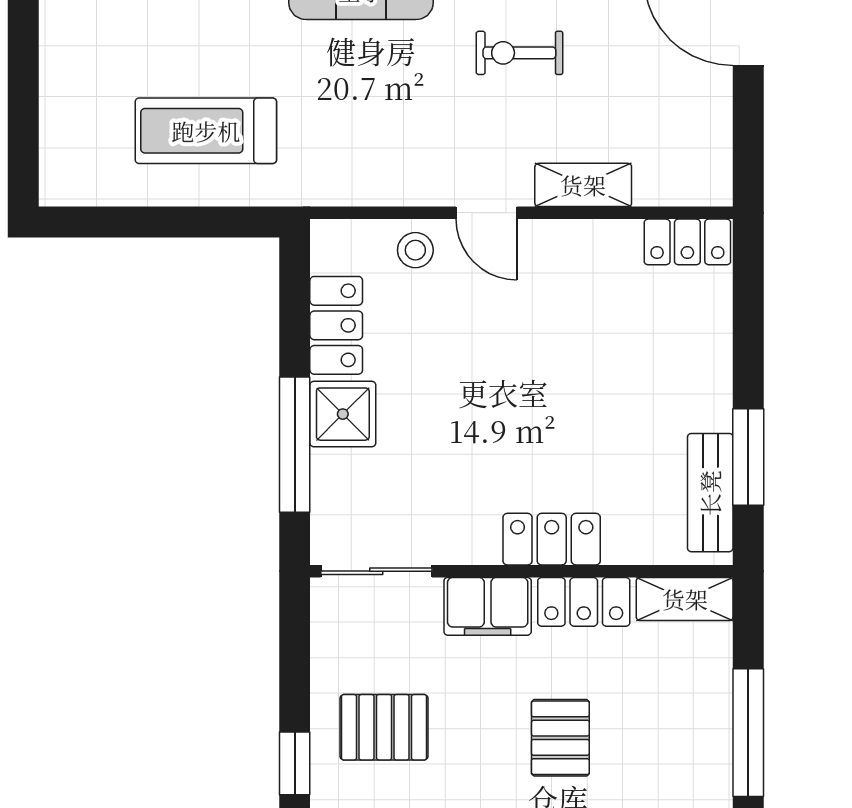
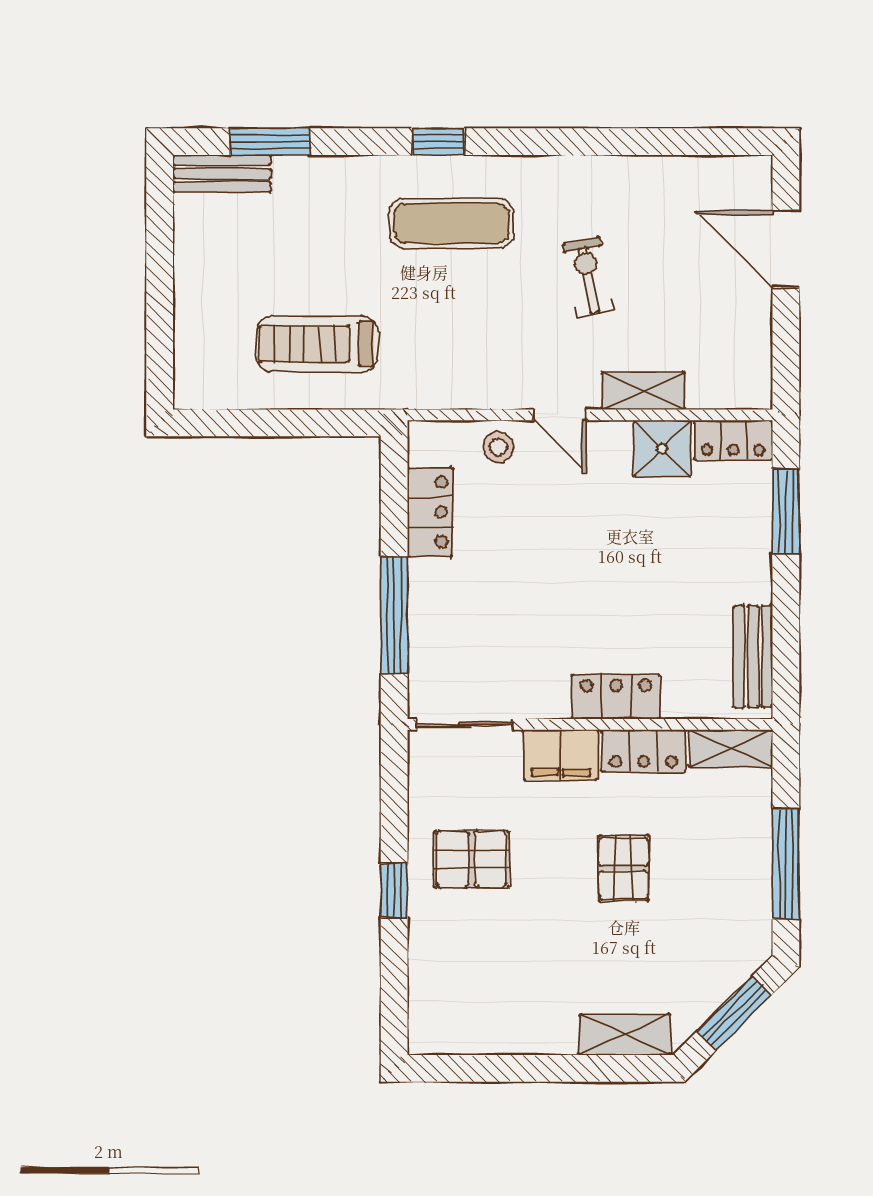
exercise bike: (519, 53) -> (588, 277), turned 79
shower: (343, 414) -> (662, 449), moved
window: (748, 457) -> (786, 511), moved

